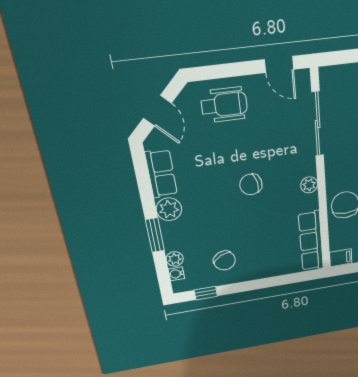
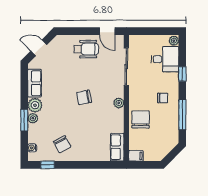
wheelchair: (224, 105) -> (86, 49), moved
door: (157, 111) -> (39, 48), swing flipped
row of seats: (311, 241) -> (117, 147), width x0.68
plant: (175, 259) -> (33, 118), moved

